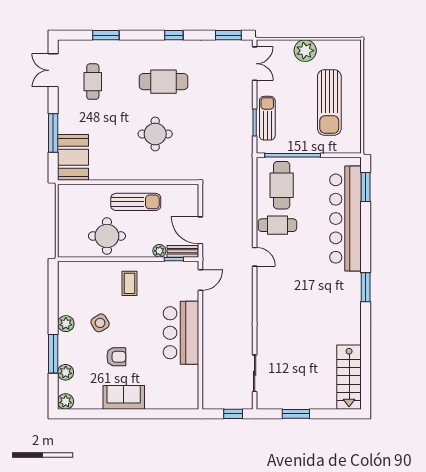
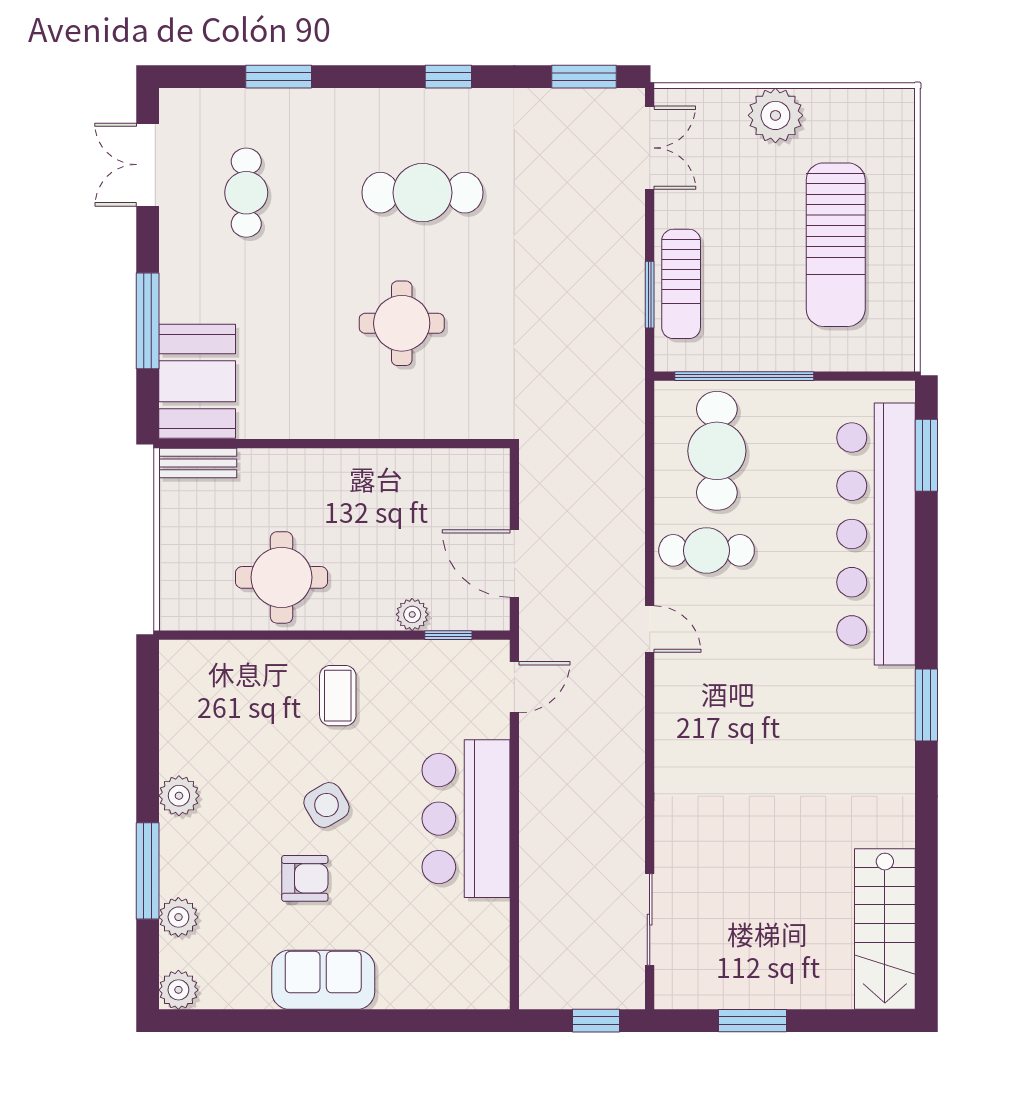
sun lounger: (267, 118) -> (681, 284), turned 180
sun lounger: (136, 202) -> (353, 493), removed
bench: (183, 251) -> (198, 463), moved
side table: (100, 323) -> (327, 805), moved

